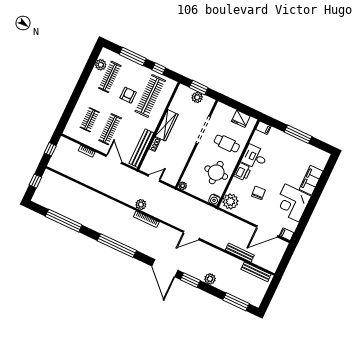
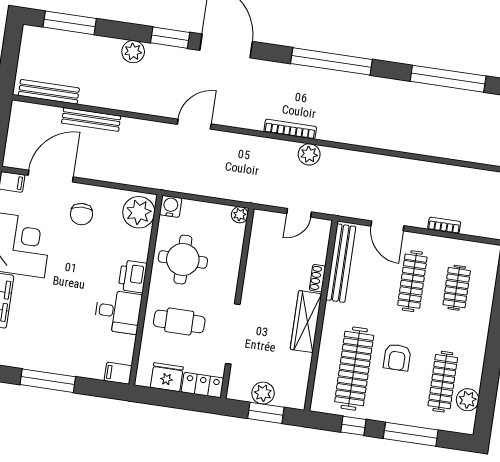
locker: (225, 110) -> (202, 385), added
chair: (258, 193) -> (81, 214), moved

